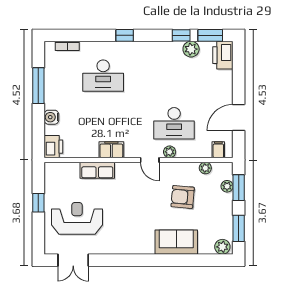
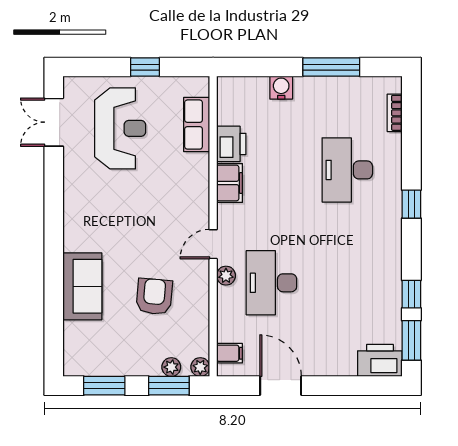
plant: (191, 49) -> (389, 310), removed
printer: (53, 147) -> (231, 144), moved, turned -90
plant: (205, 168) -> (200, 367), moved
row of seats: (97, 170) -> (197, 125), moved
plant: (222, 247) -> (75, 360), removed

